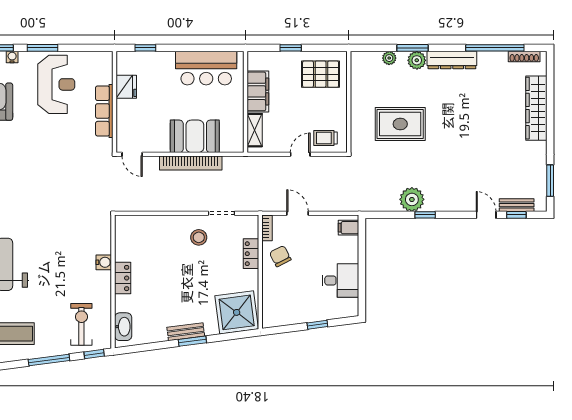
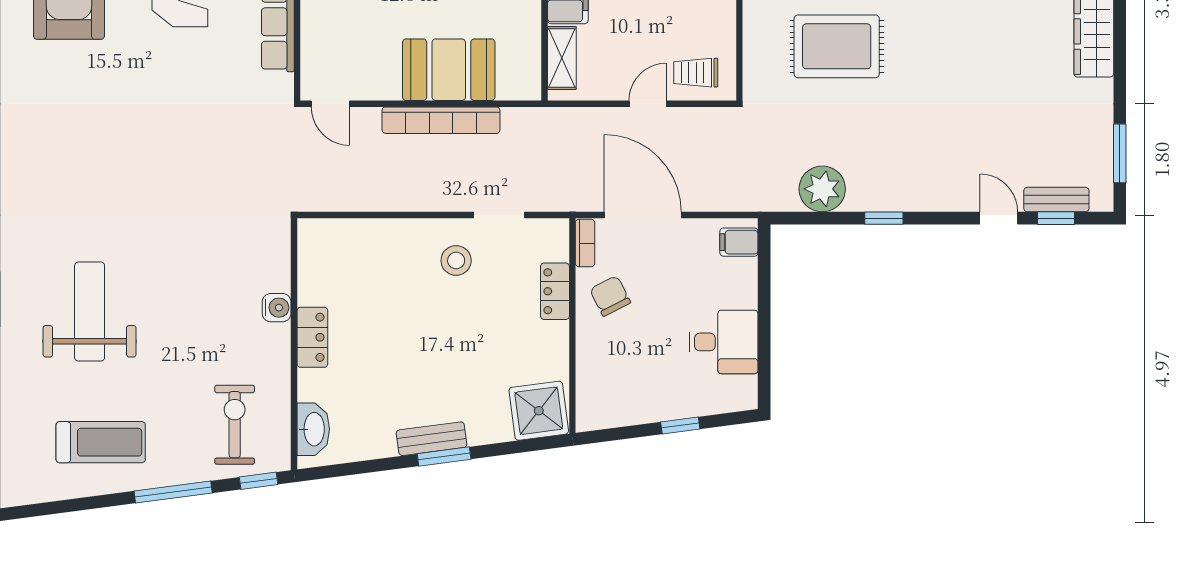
plant: (412, 199) -> (822, 189), moved
door: (298, 213) -> (643, 215), width x1.88
shower: (237, 312) -> (539, 411), width x0.73, depth x0.73

